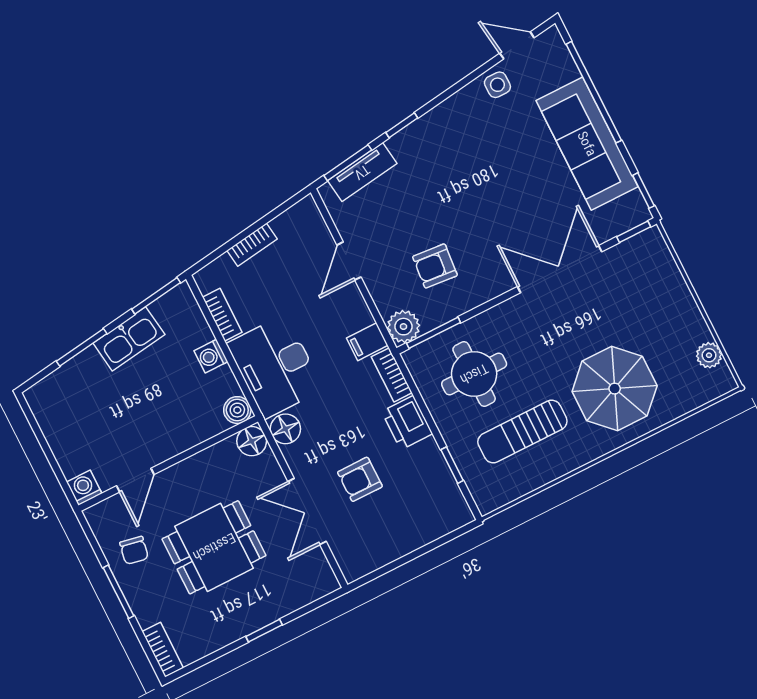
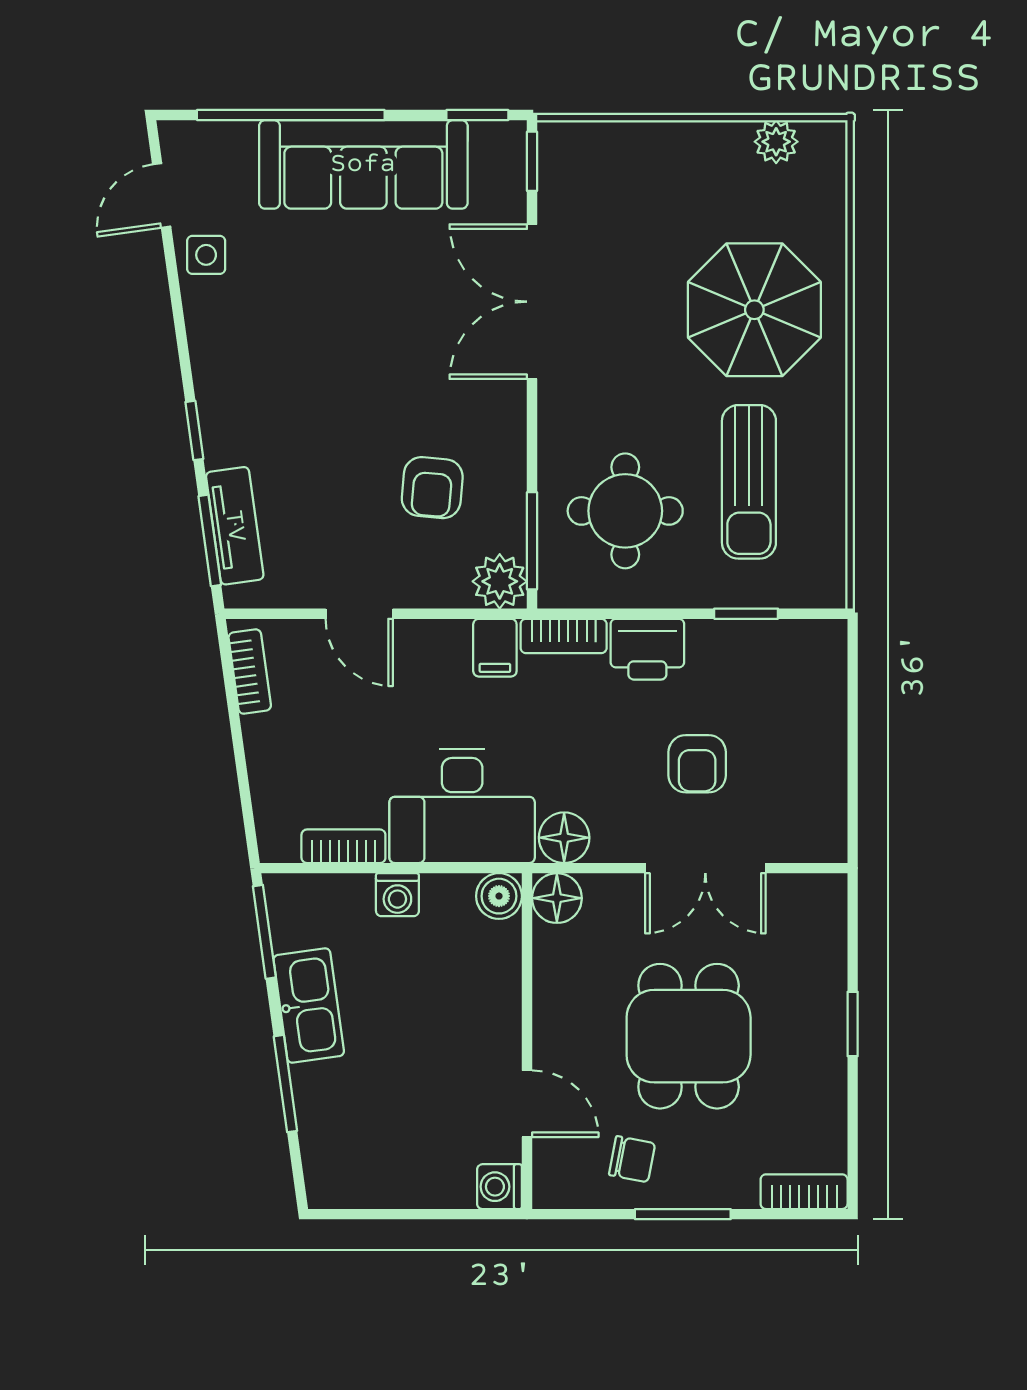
bookcase: (252, 245) -> (250, 672), moved

